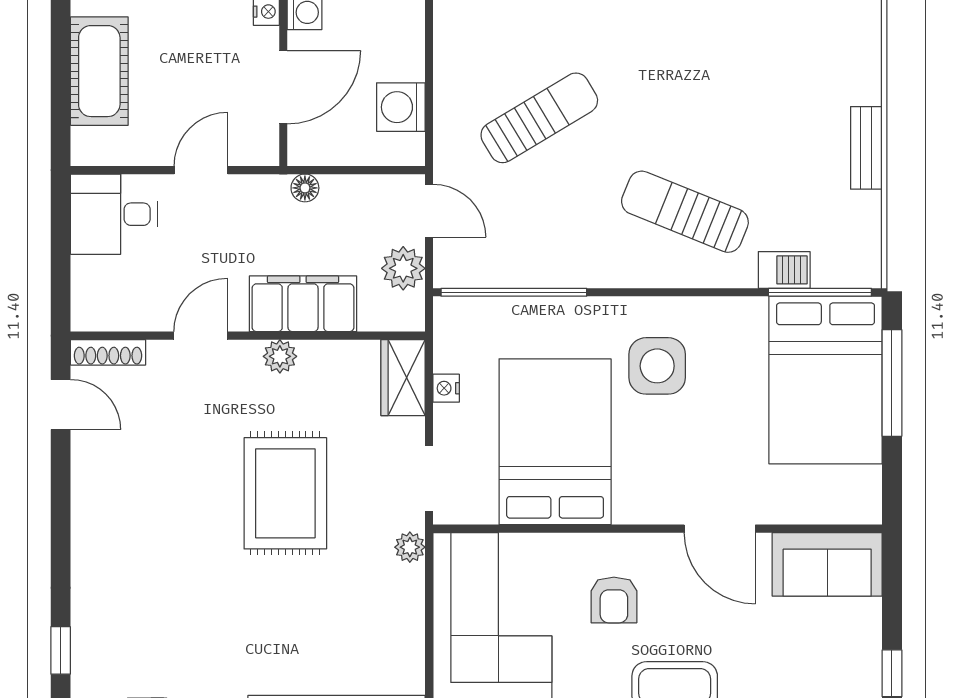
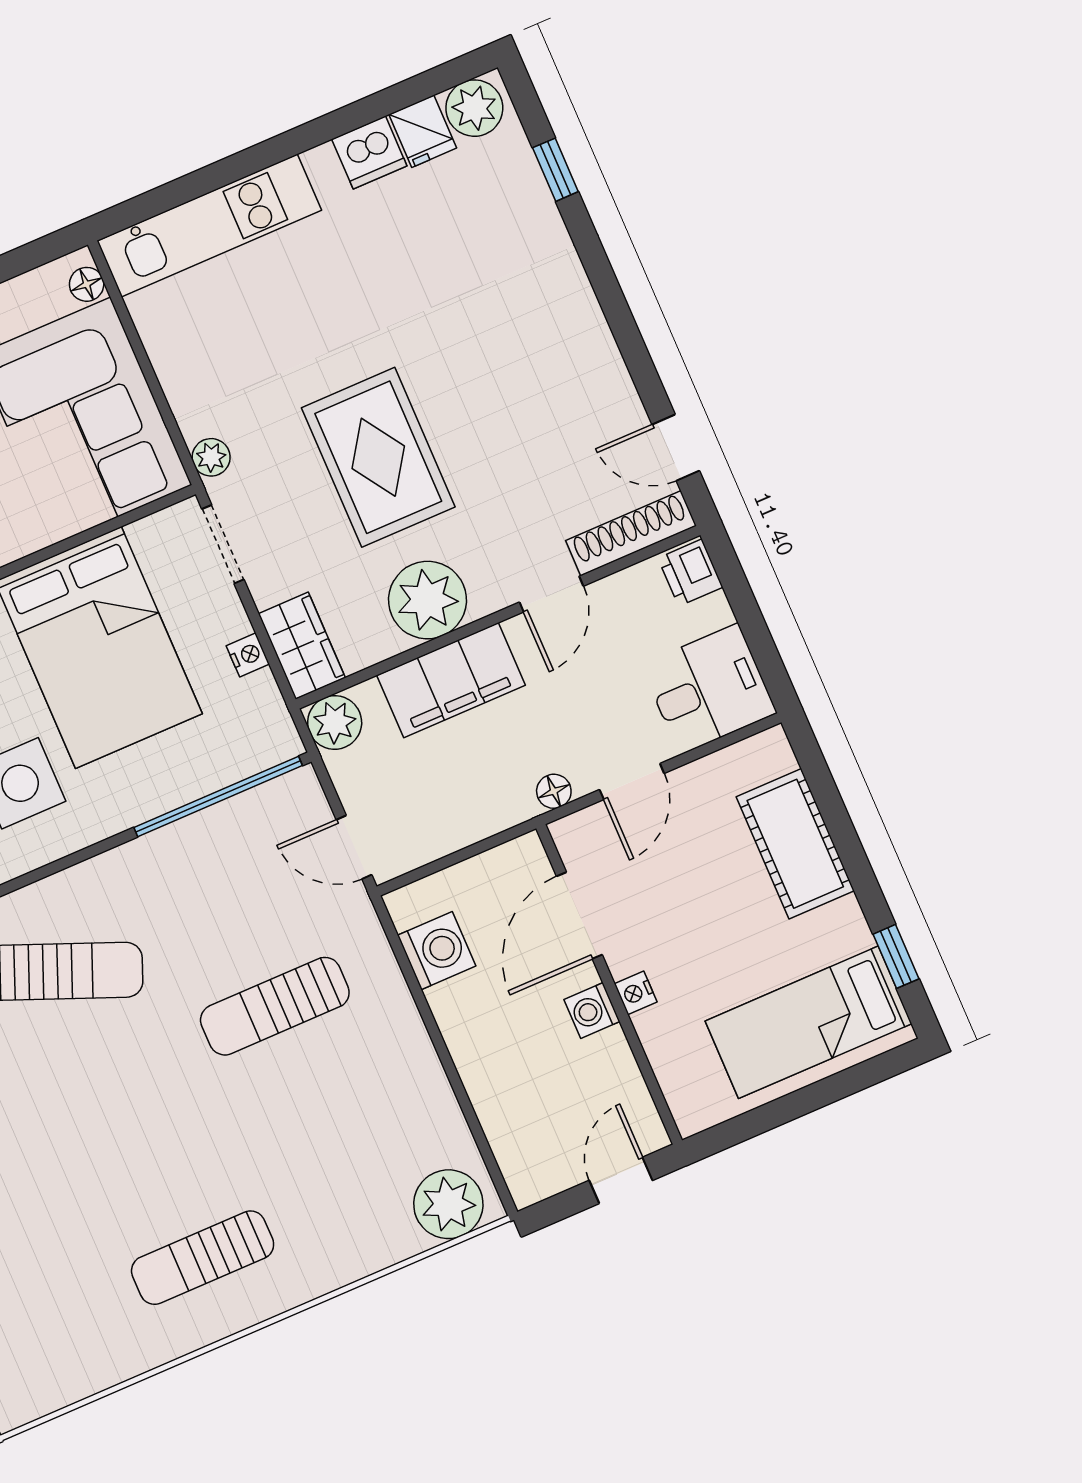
sun lounger: (539, 118) -> (275, 1006), turned 31
floor lamp: (305, 188) -> (554, 791), moved
plant: (403, 268) -> (335, 723), moved
printer: (90, 307) -> (690, 573), added
shoe rack: (108, 352) -> (631, 533), width x1.36, depth x1.24
plant: (280, 356) -> (428, 600), width x1.88, depth x1.88

